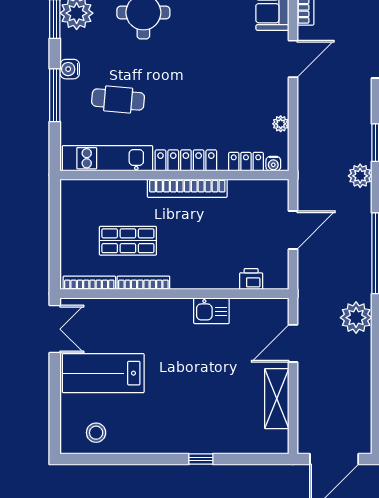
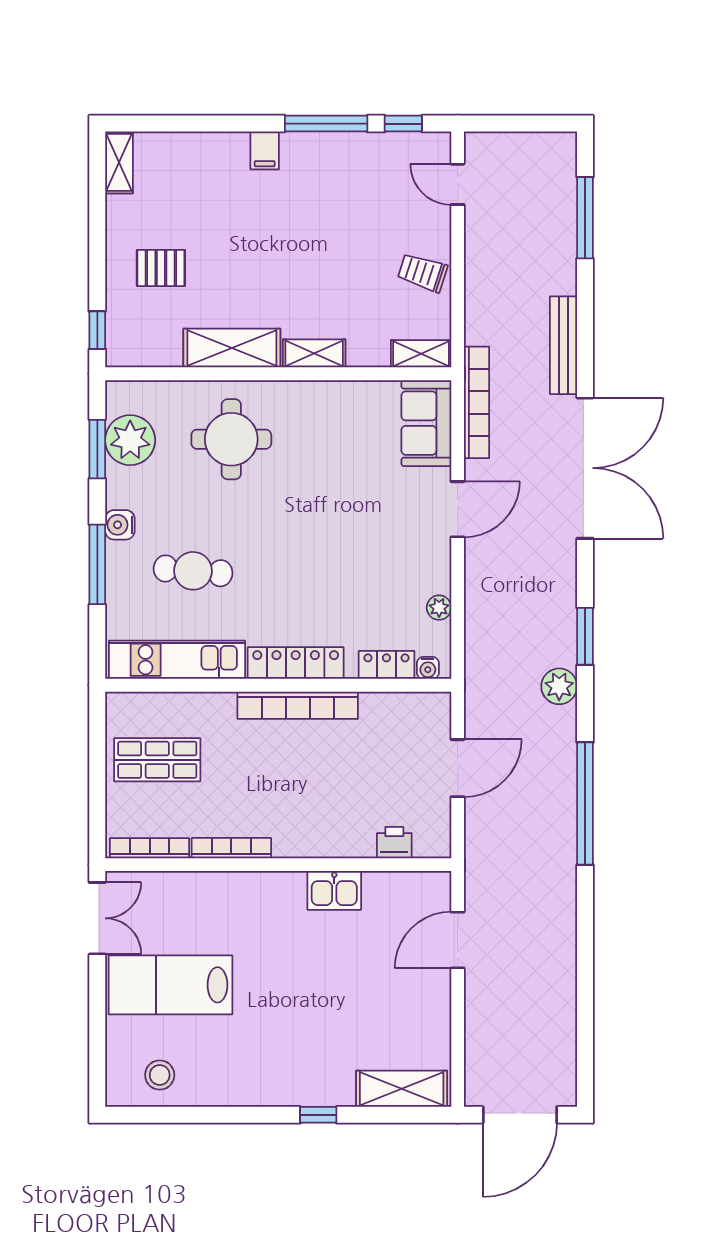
shop shelf: (128, 241) -> (157, 760), moved
plant: (356, 318) -> (553, 901), removed
shelving: (277, 399) -> (402, 1089), moved, turned 90

